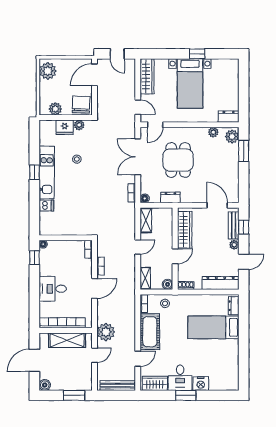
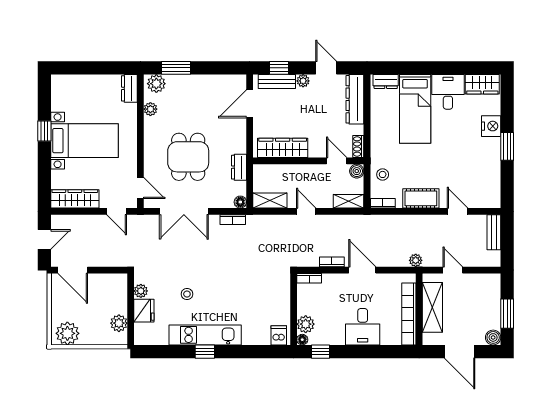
chair: (81, 105) -> (113, 288), removed
door: (138, 107) -> (117, 211), swing flipped
dining table: (178, 160) -> (188, 157), turned 90
dishwasher: (46, 206) -> (279, 335), moved
plant: (55, 247) -> (306, 324), added
door: (175, 256) -> (337, 161), moved
plant: (106, 332) -> (416, 260), width x0.53, depth x0.53
cot: (150, 332) -> (421, 198), width x0.73, depth x0.75
desk: (180, 378) -> (448, 92), moved, turned -90
wardrobe: (155, 383) -> (482, 84), moved, turned -90
bench: (118, 386) -> (494, 232), width x0.73
window: (74, 395) -> (507, 314), moved

